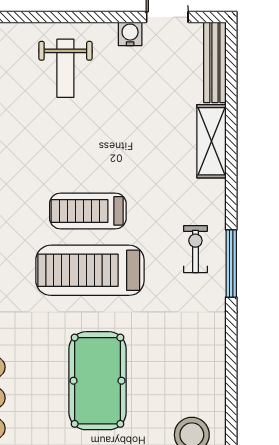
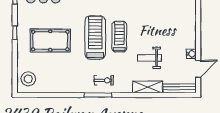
weight bench: (65, 68) -> (150, 58), moved

